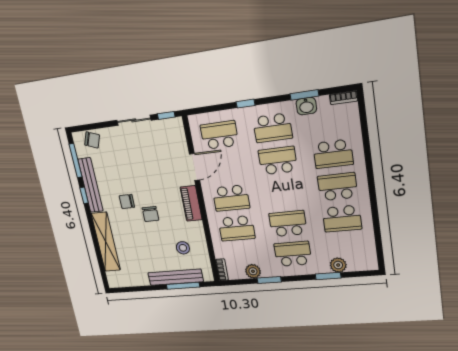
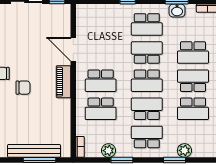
school desk: (219, 135) -> (147, 81), moved, turned 180
door: (195, 167) -> (73, 49), swing flipped
chair: (150, 214) -> (23, 88), turned -90
stool: (183, 248) -> (47, 123), removed

